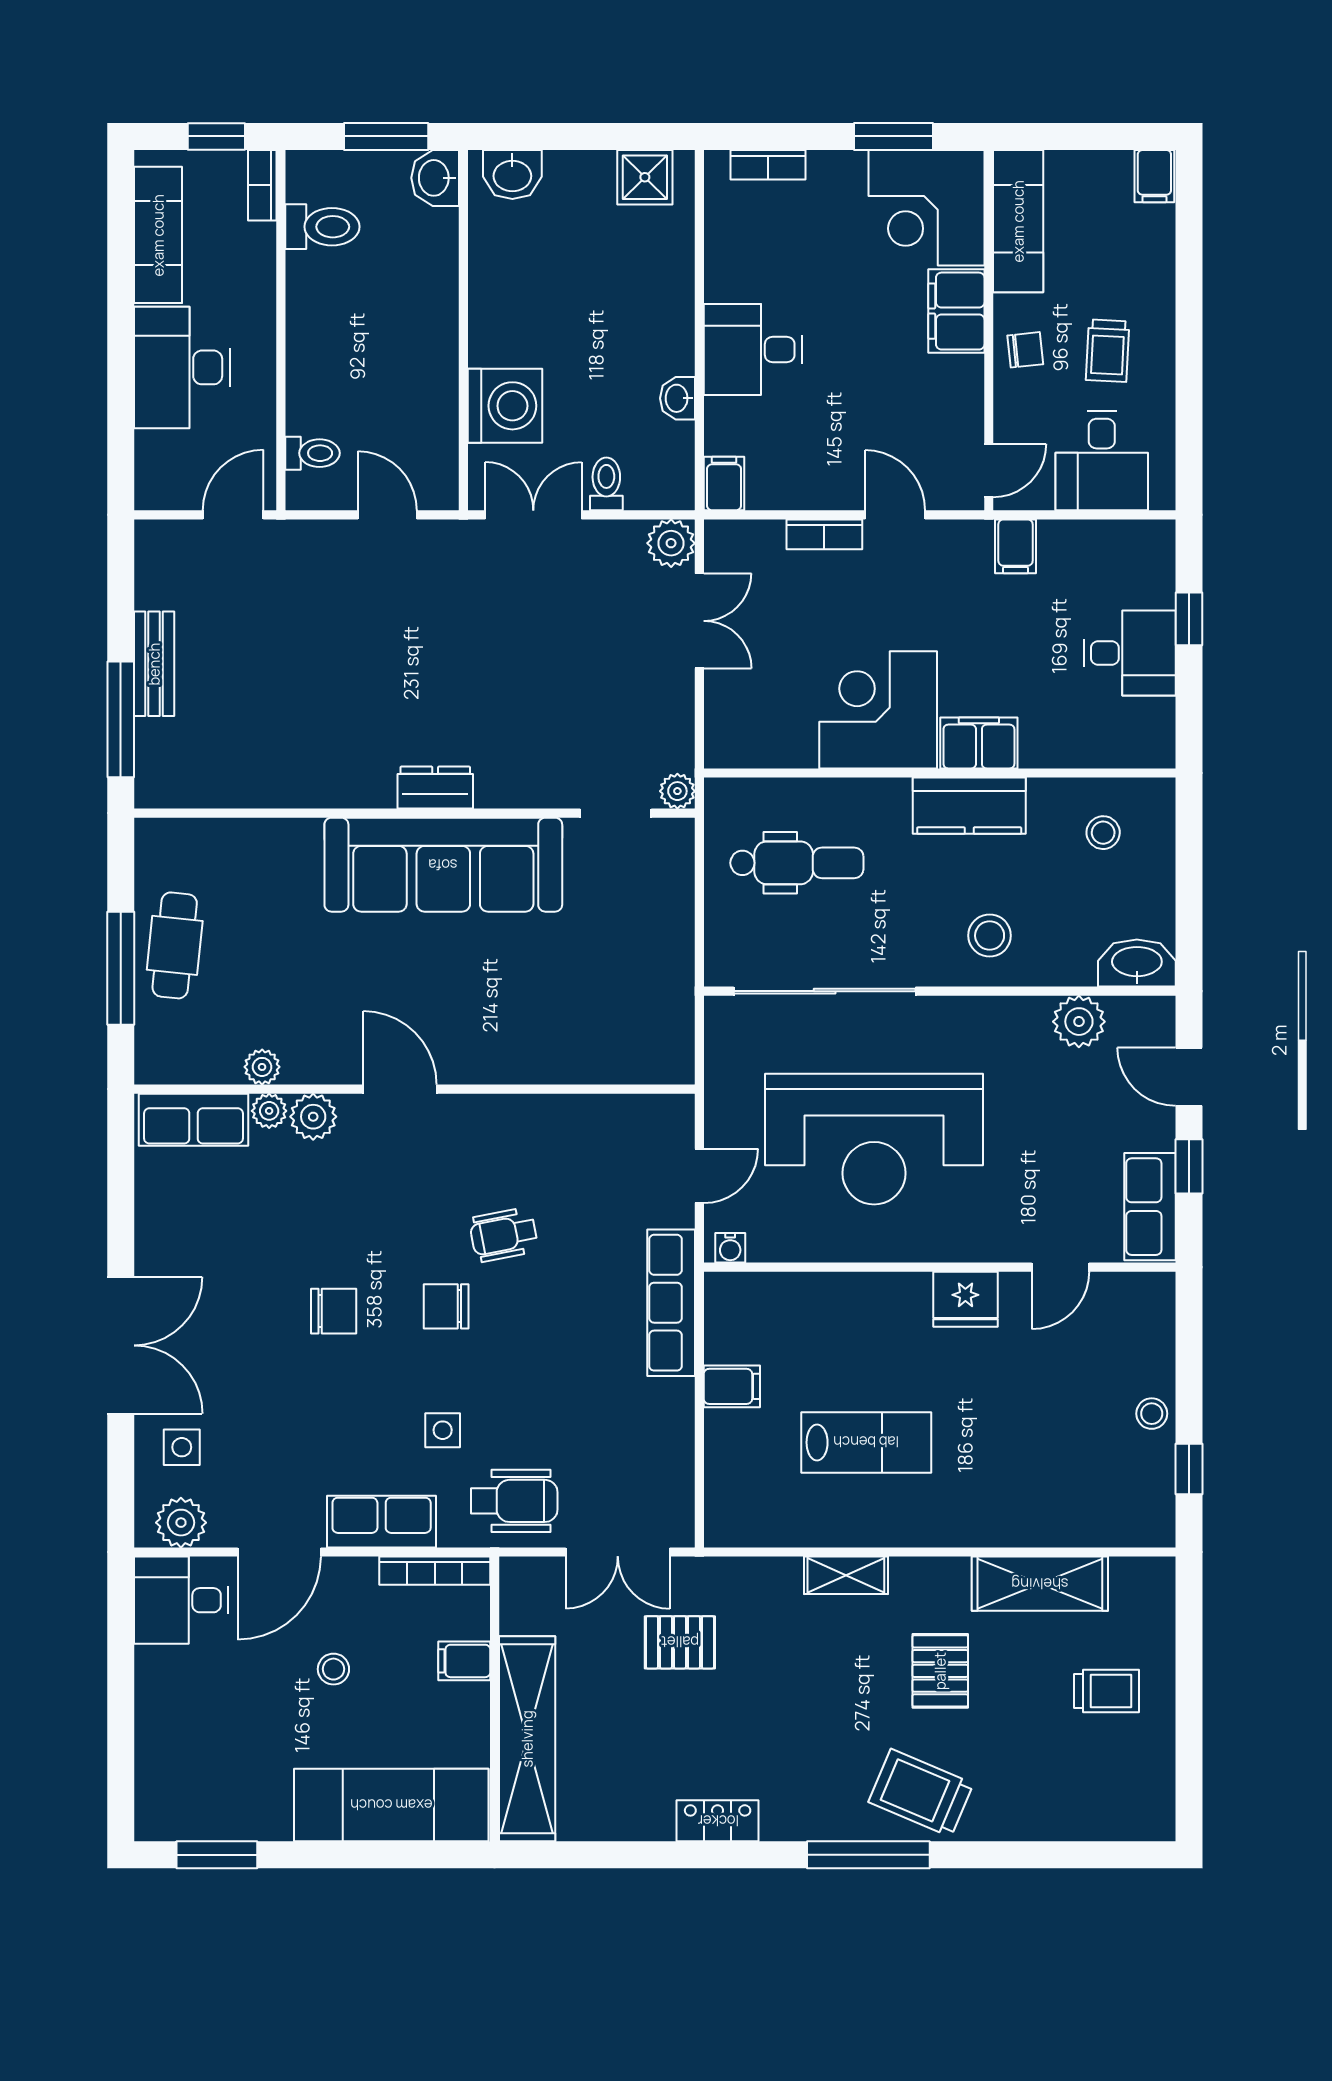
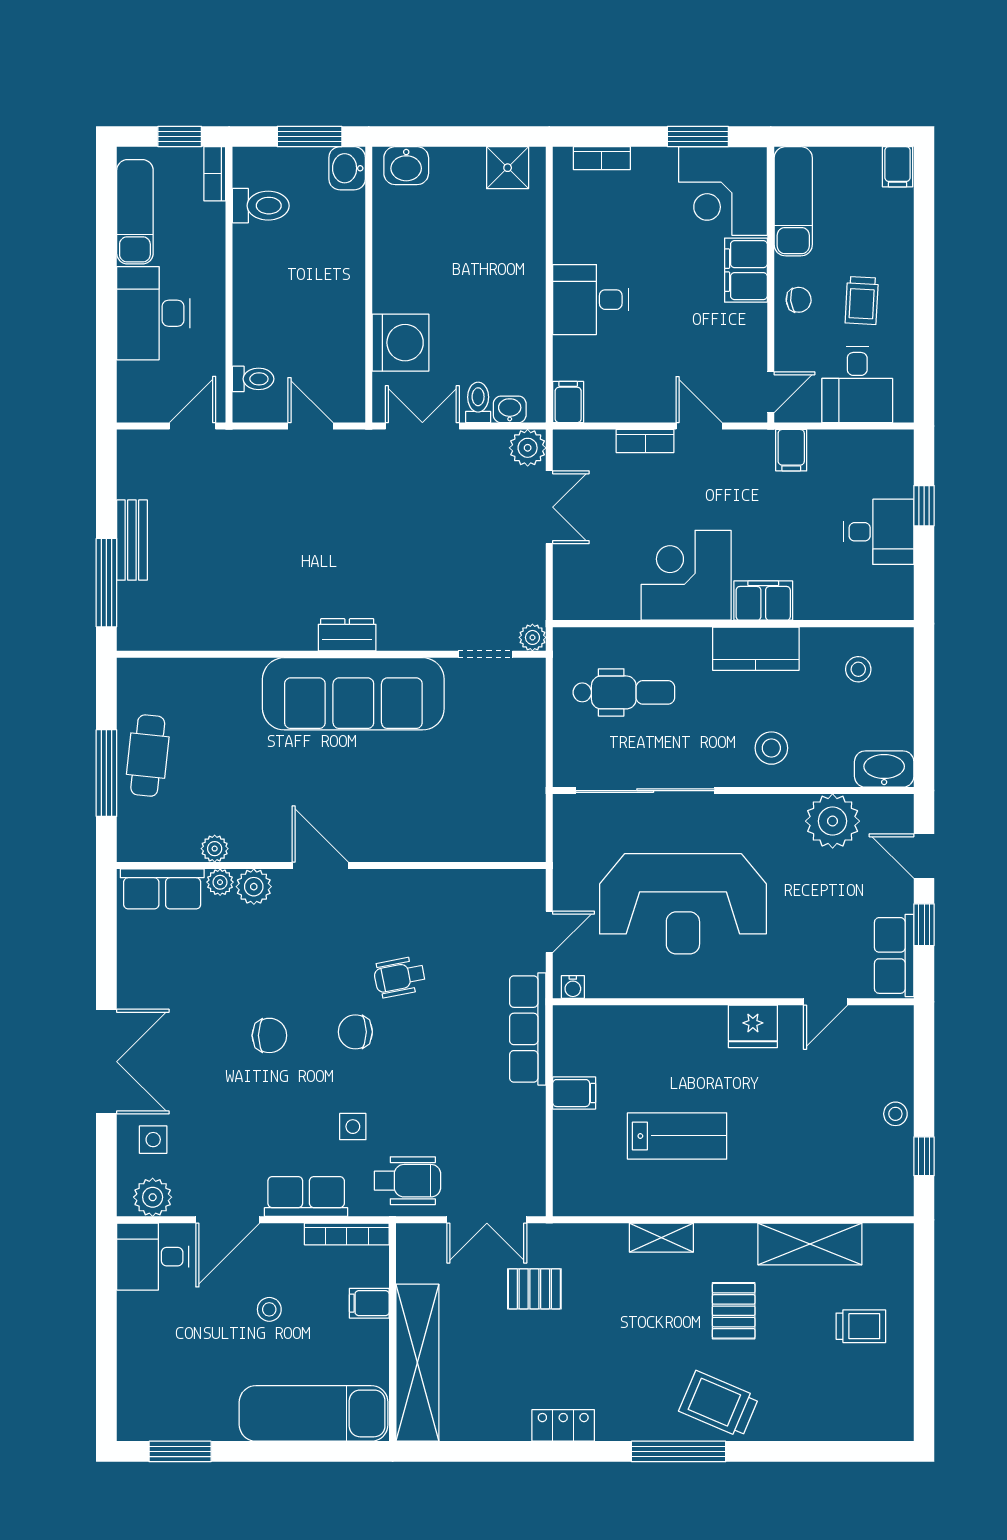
washbasin: (678, 398) -> (510, 409), moved, turned 90
plant: (1079, 1022) -> (833, 821), width x1.36, depth x1.36

